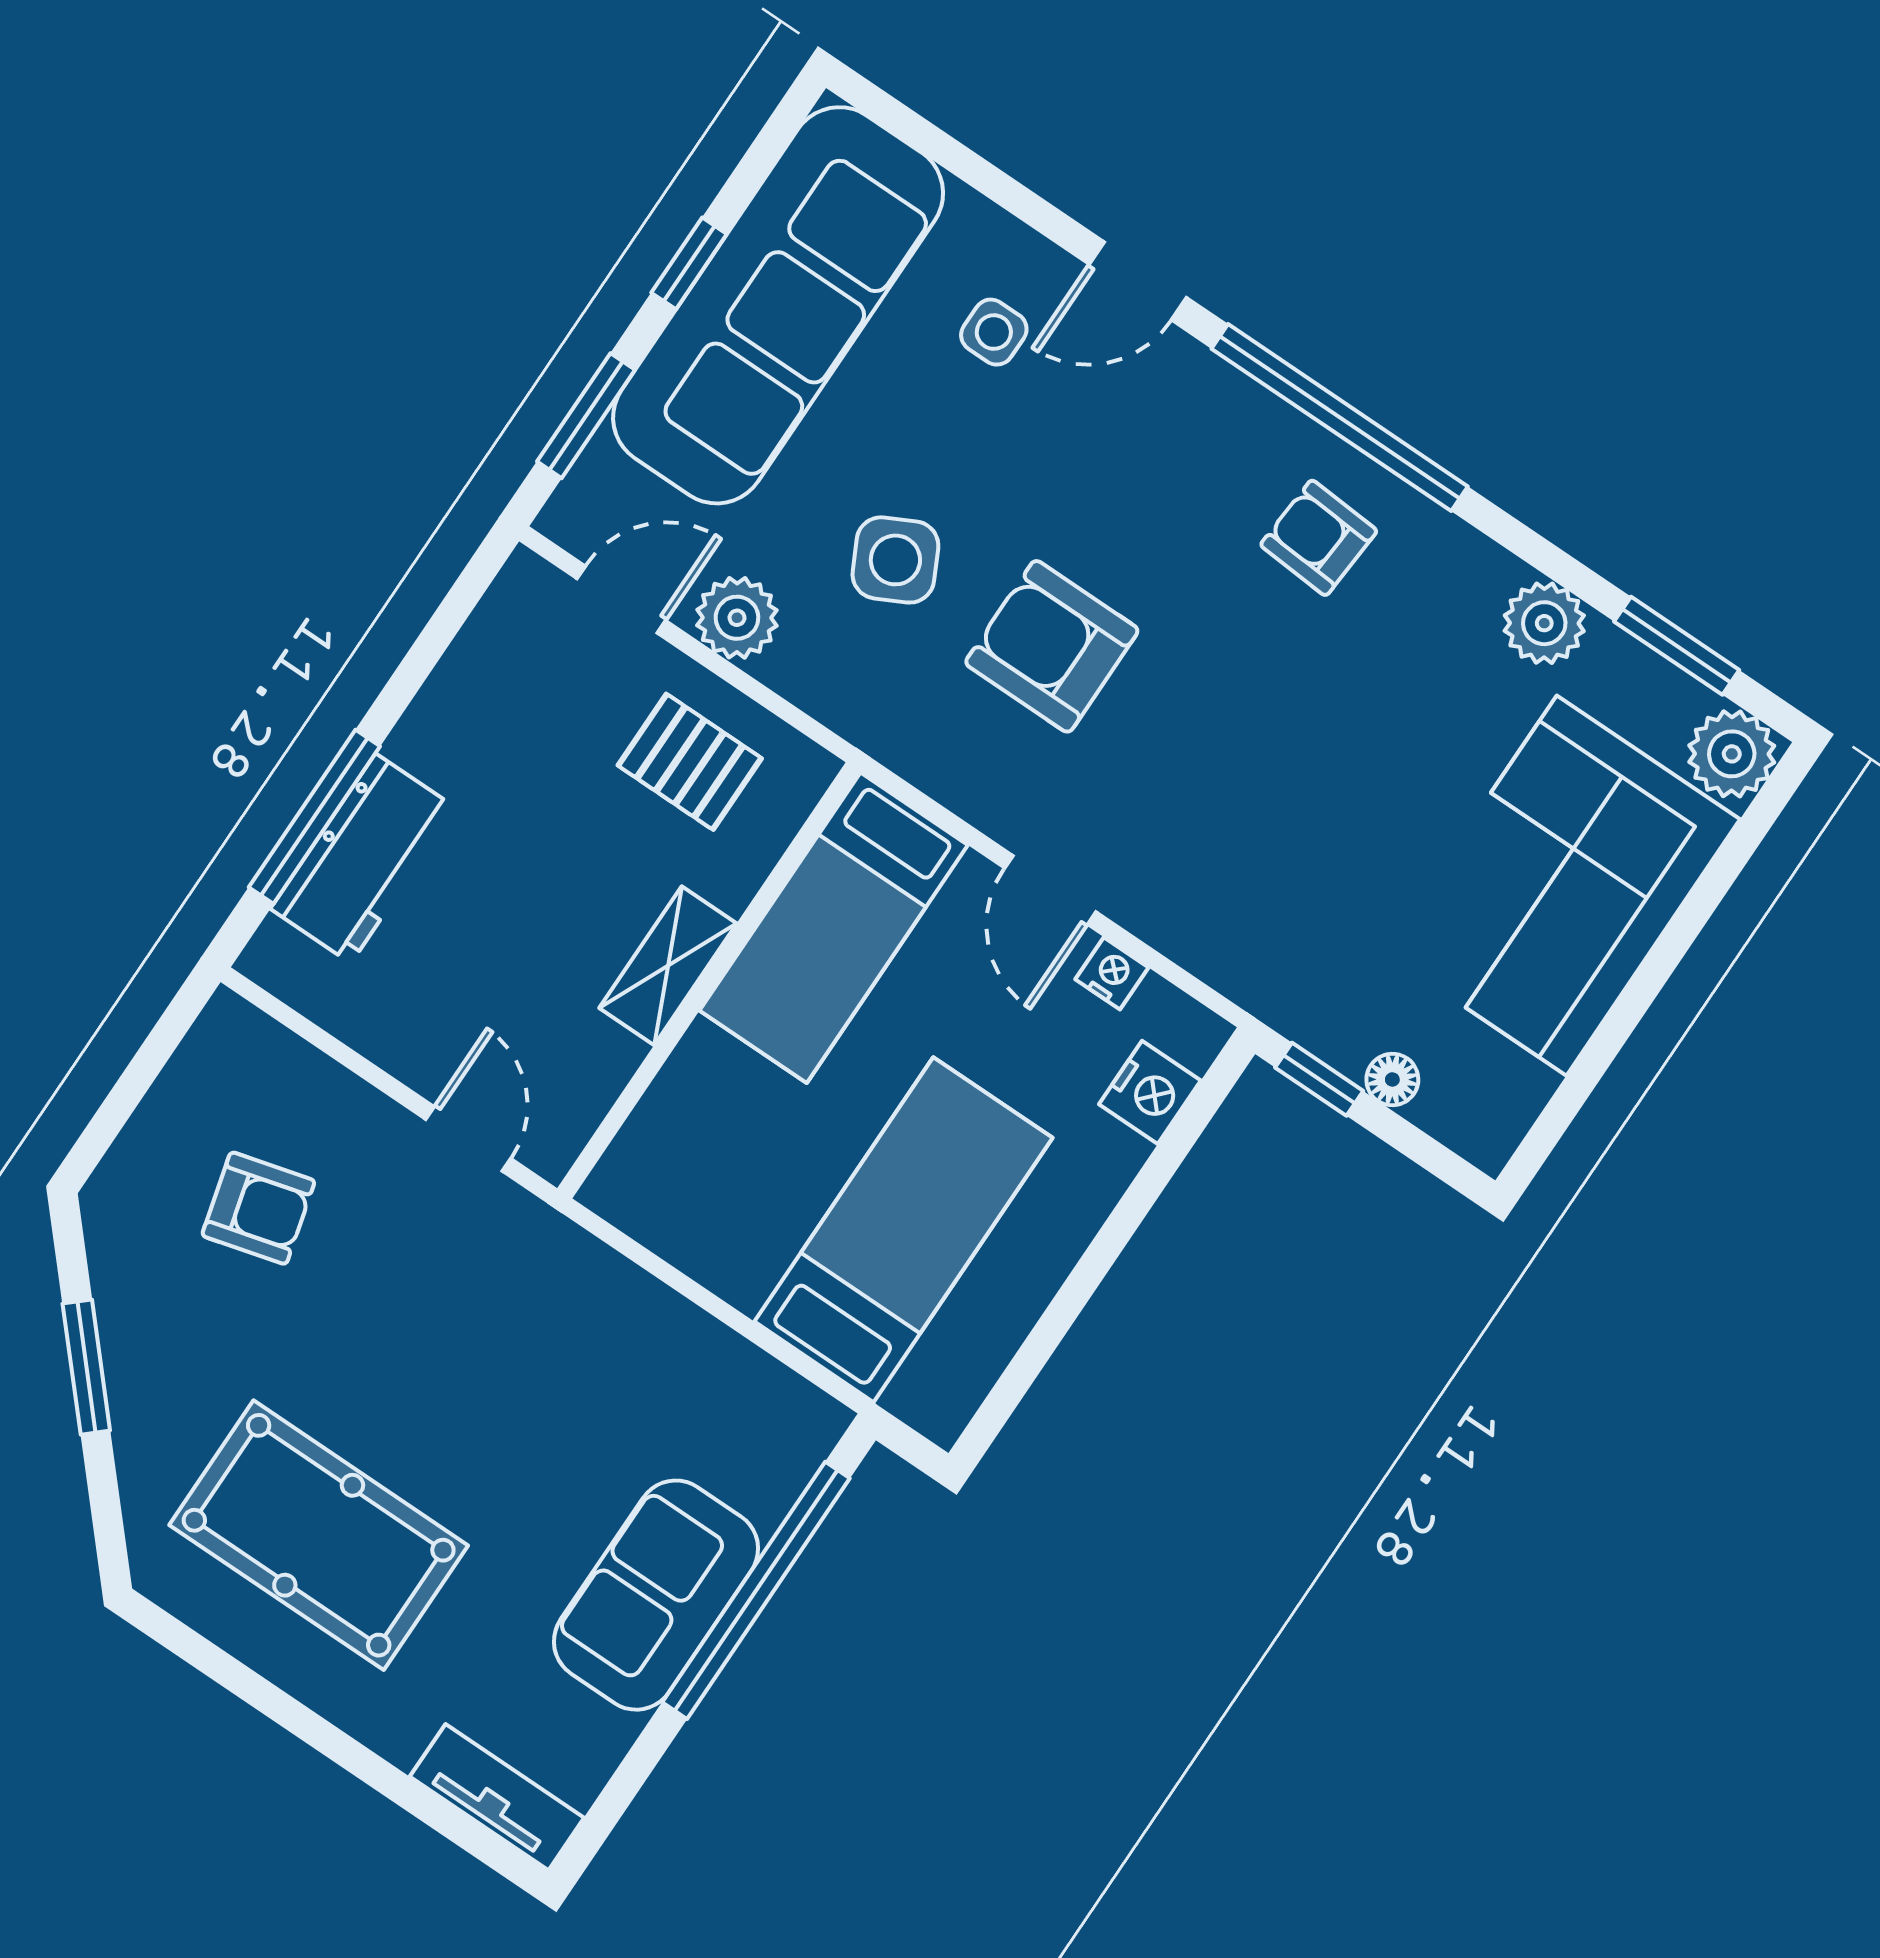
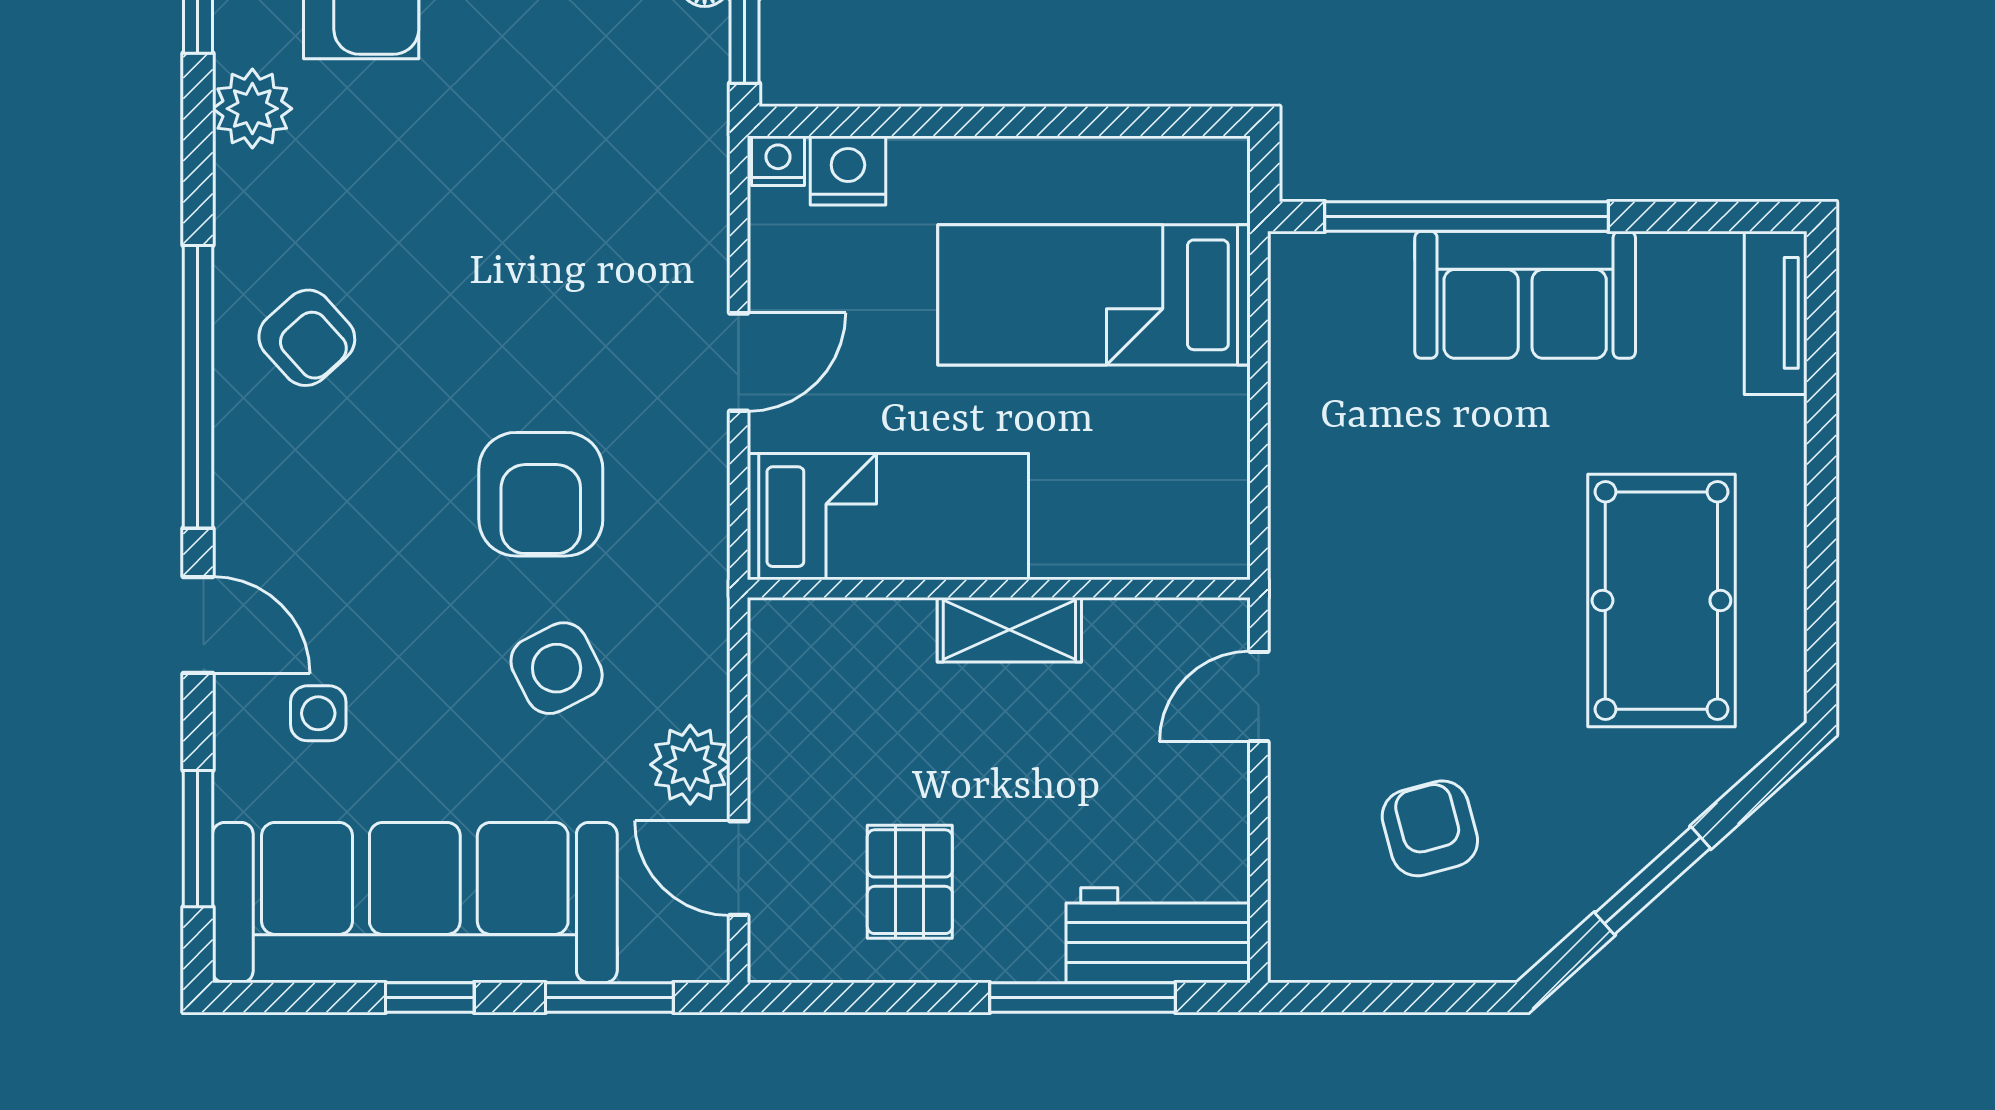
window: (957, 158) -> (198, 839), added
armchair: (1319, 538) -> (307, 338), turned -46
pallet: (690, 762) -> (910, 882), moved
workbench: (363, 858) -> (1158, 935), moved
nightstand: (1112, 973) -> (778, 161), moved, turned 90

